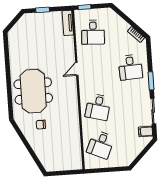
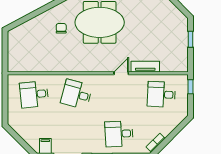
tv unit: (68, 23) -> (145, 67), moved
door: (77, 69) -> (121, 73), hinge flipped
desk: (101, 145) -> (34, 94), turned -30

